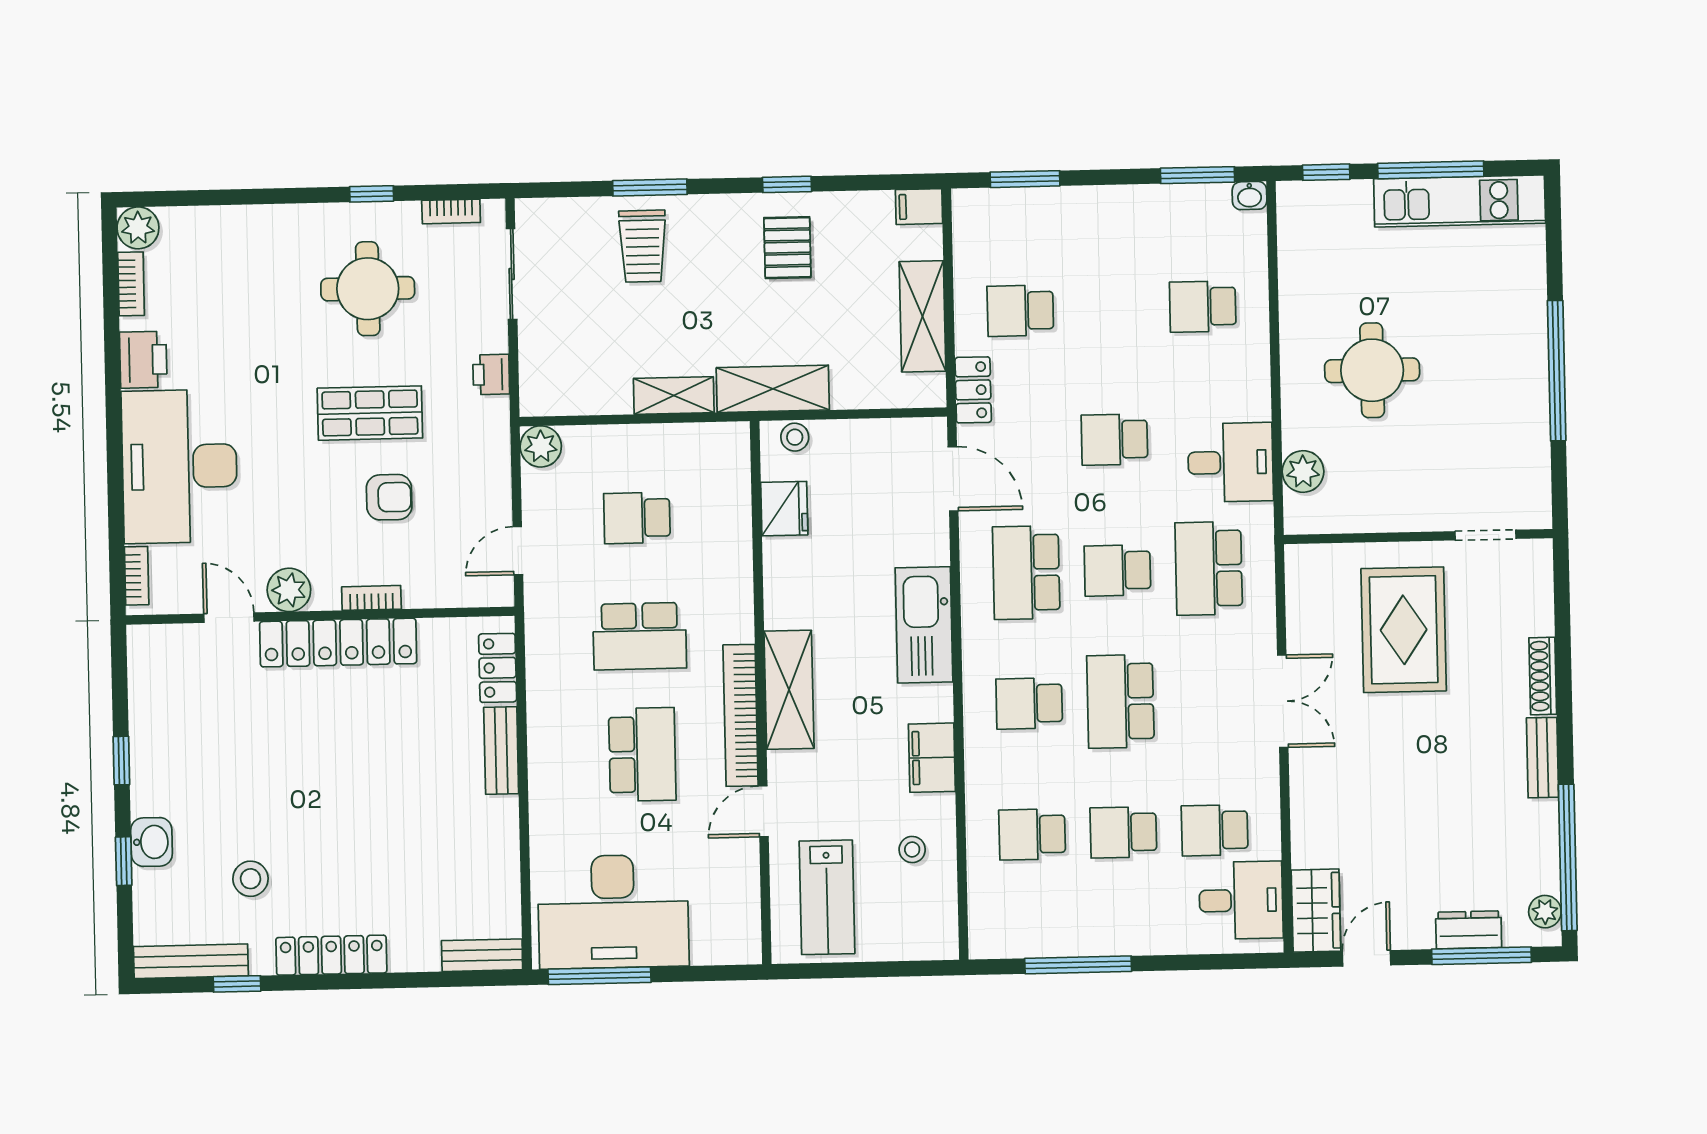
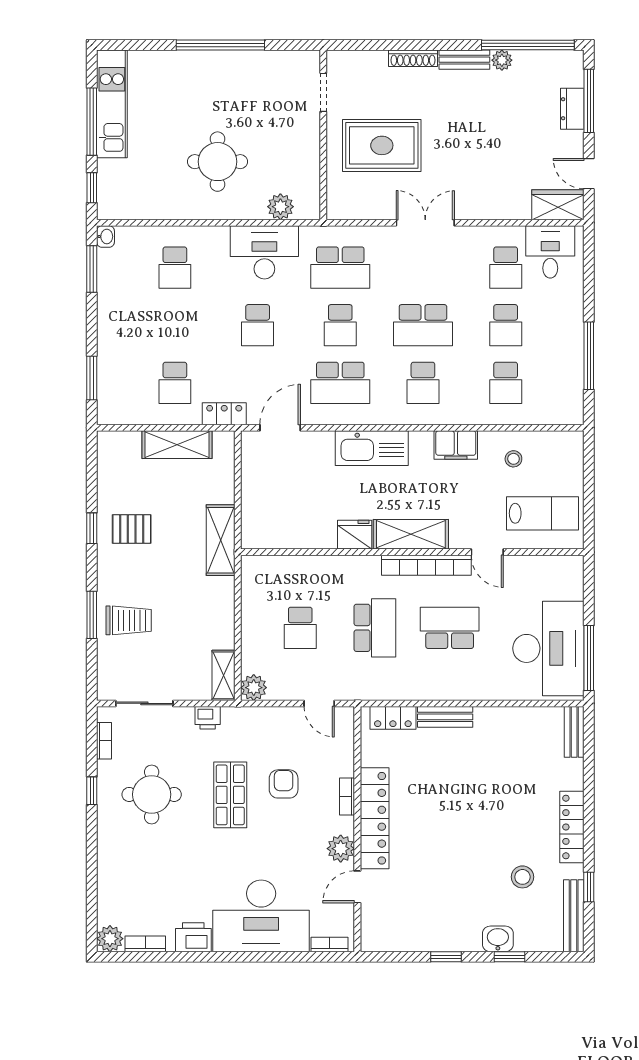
filing cabinet: (919, 207) -> (108, 445), removed
shelving: (674, 396) -> (224, 675), moved
stool: (795, 437) -> (251, 527), removed
desk: (1230, 462) -> (264, 252), width x1.37
fridge: (784, 509) -> (355, 535), moved
plant: (1545, 912) -> (502, 60), moved

